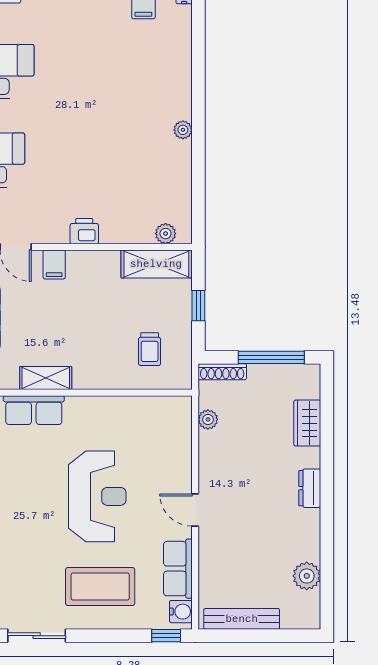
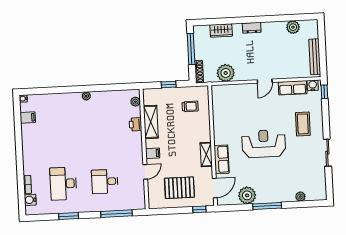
printer: (84, 231) -> (135, 124), moved
shelving: (156, 264) -> (151, 122), moved
plant: (208, 419) -> (226, 73), width x1.88, depth x1.88
reception desk: (97, 496) -> (264, 144), moved
coffee table: (100, 587) -> (303, 124), width x0.73, depth x0.76

